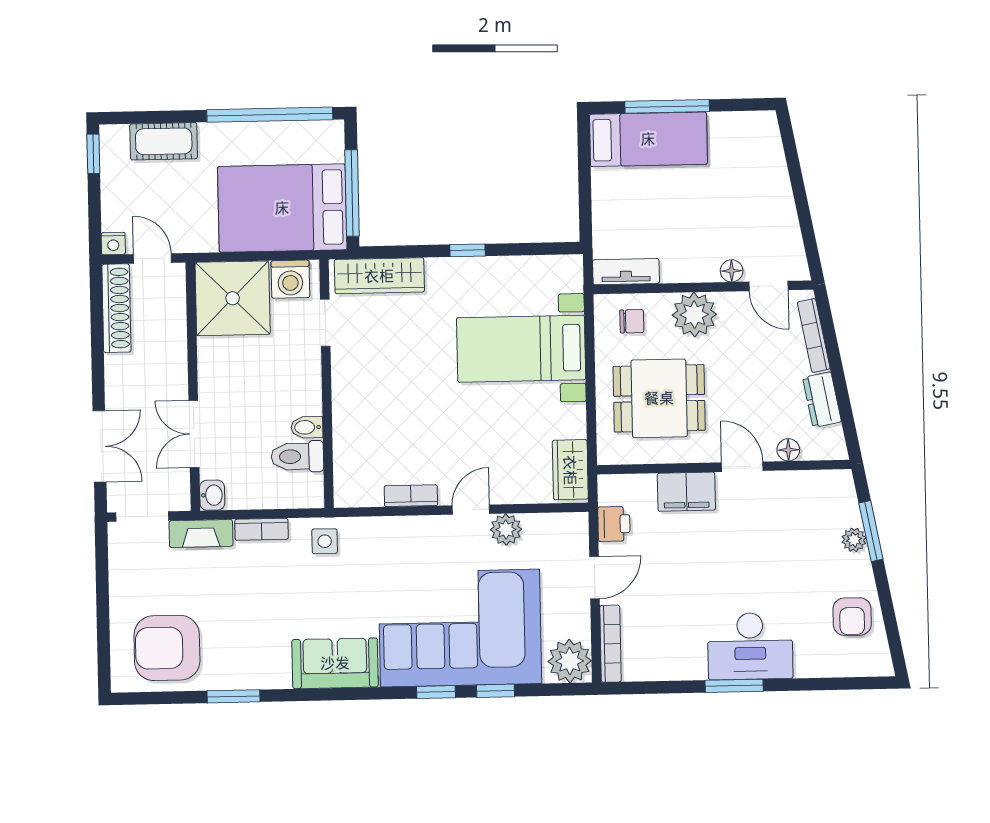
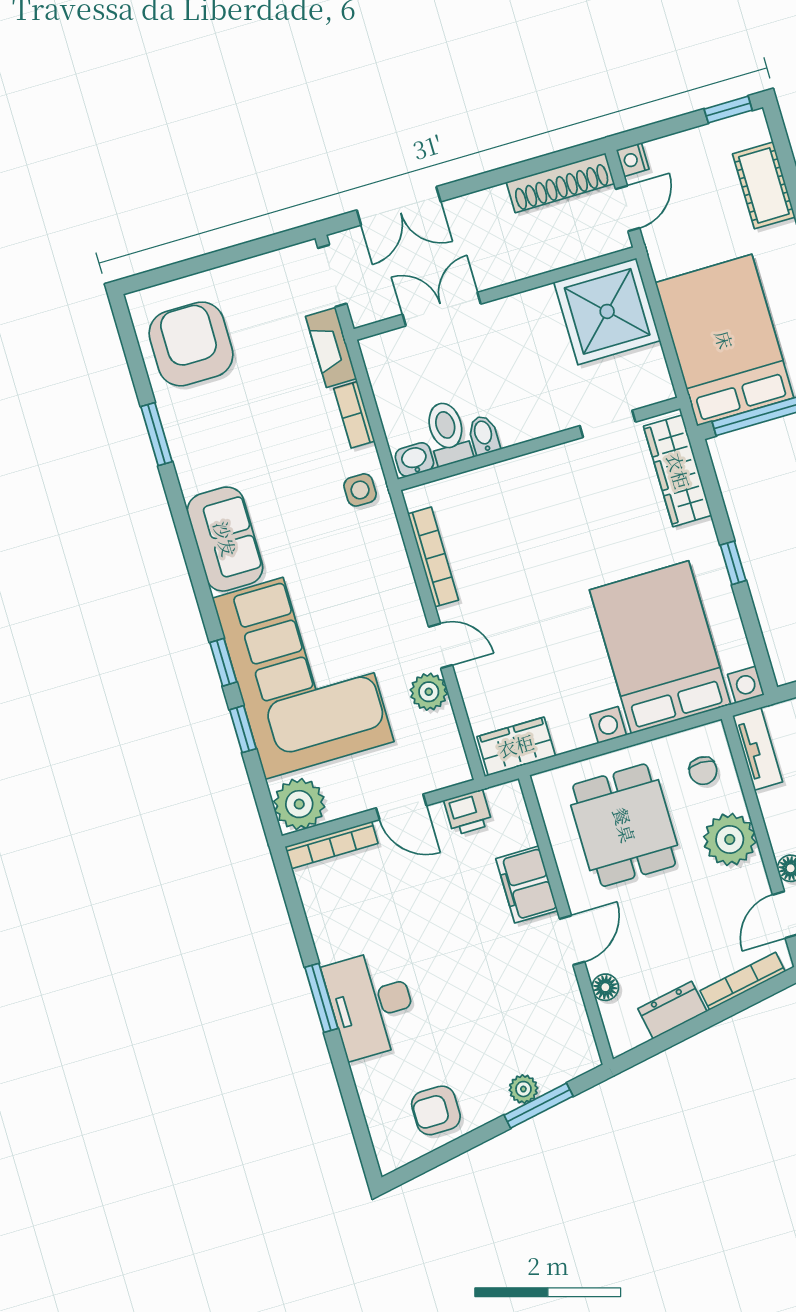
washing machine: (290, 279) -> (646, 371), removed
bed with nightstands: (521, 349) -> (660, 647), width x1.36
washbasin: (212, 495) -> (414, 460), moved, turned 180
bookcase: (411, 496) -> (433, 557), width x1.56

